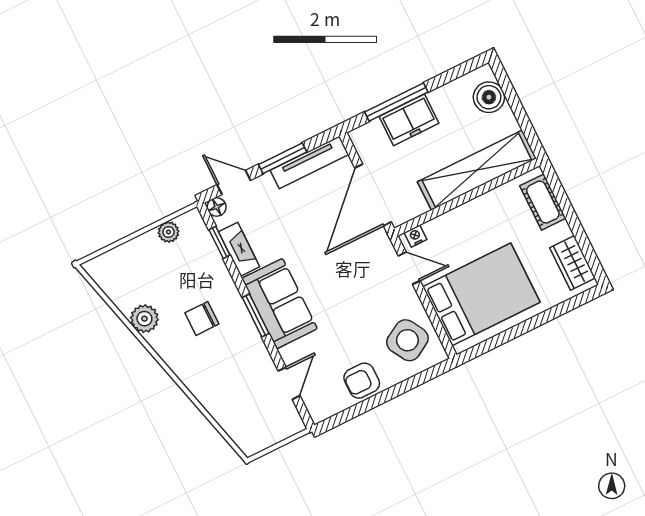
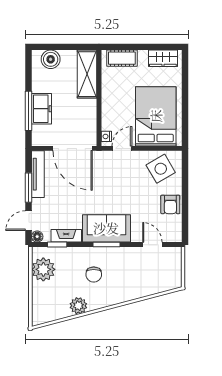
shelving: (477, 170) -> (87, 74), width x0.68
plant: (168, 232) -> (43, 269), width x1.87, depth x1.87

